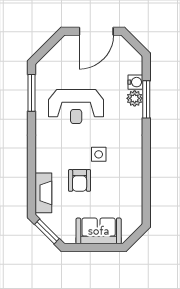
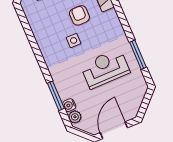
window: (31, 93) -> (138, 55), moved
plant: (135, 98) -> (75, 117), moved

